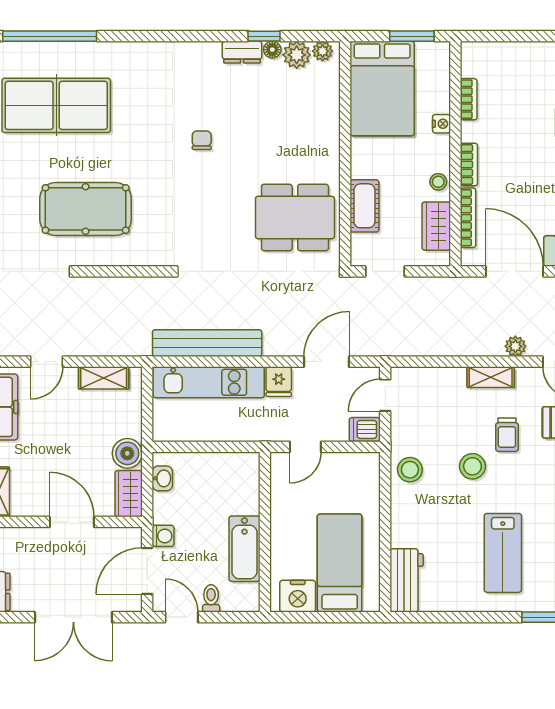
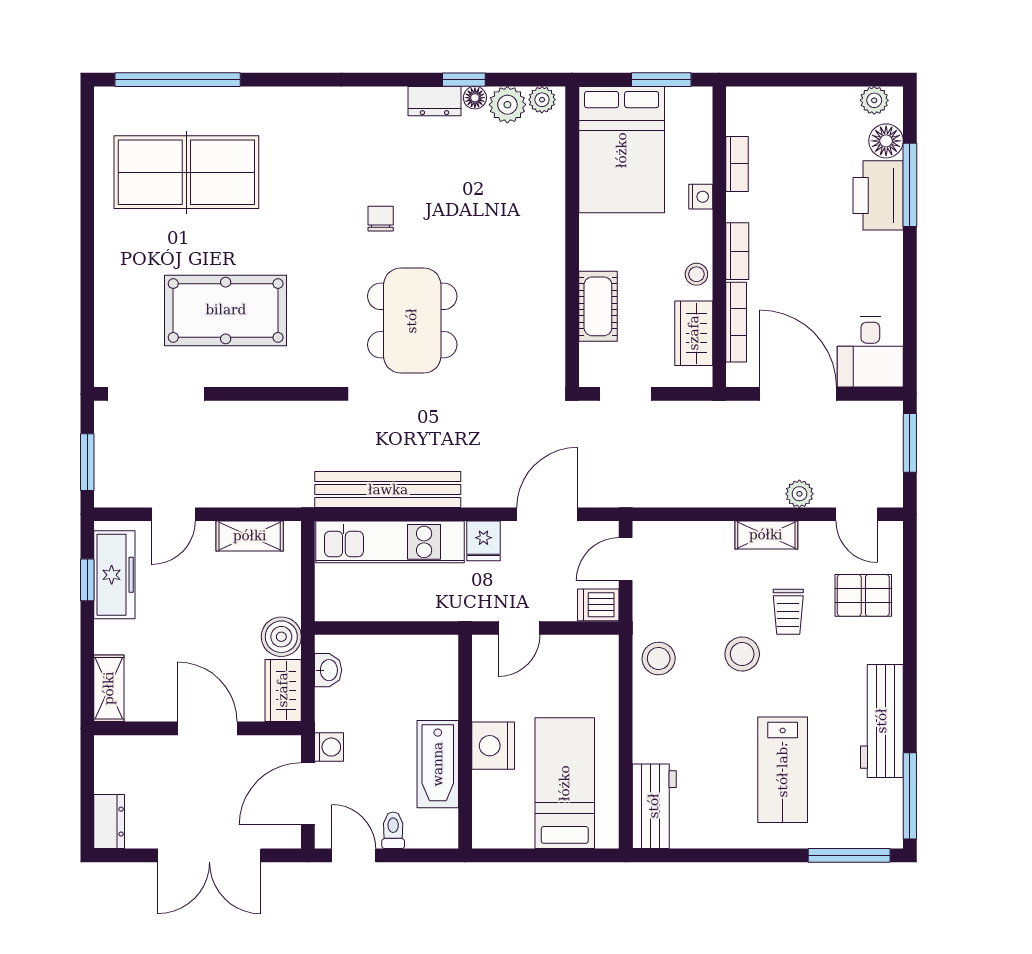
dining table: (295, 218) -> (412, 321), moved, turned 90
nightstand: (298, 596) -> (493, 746), moved, turned 90

